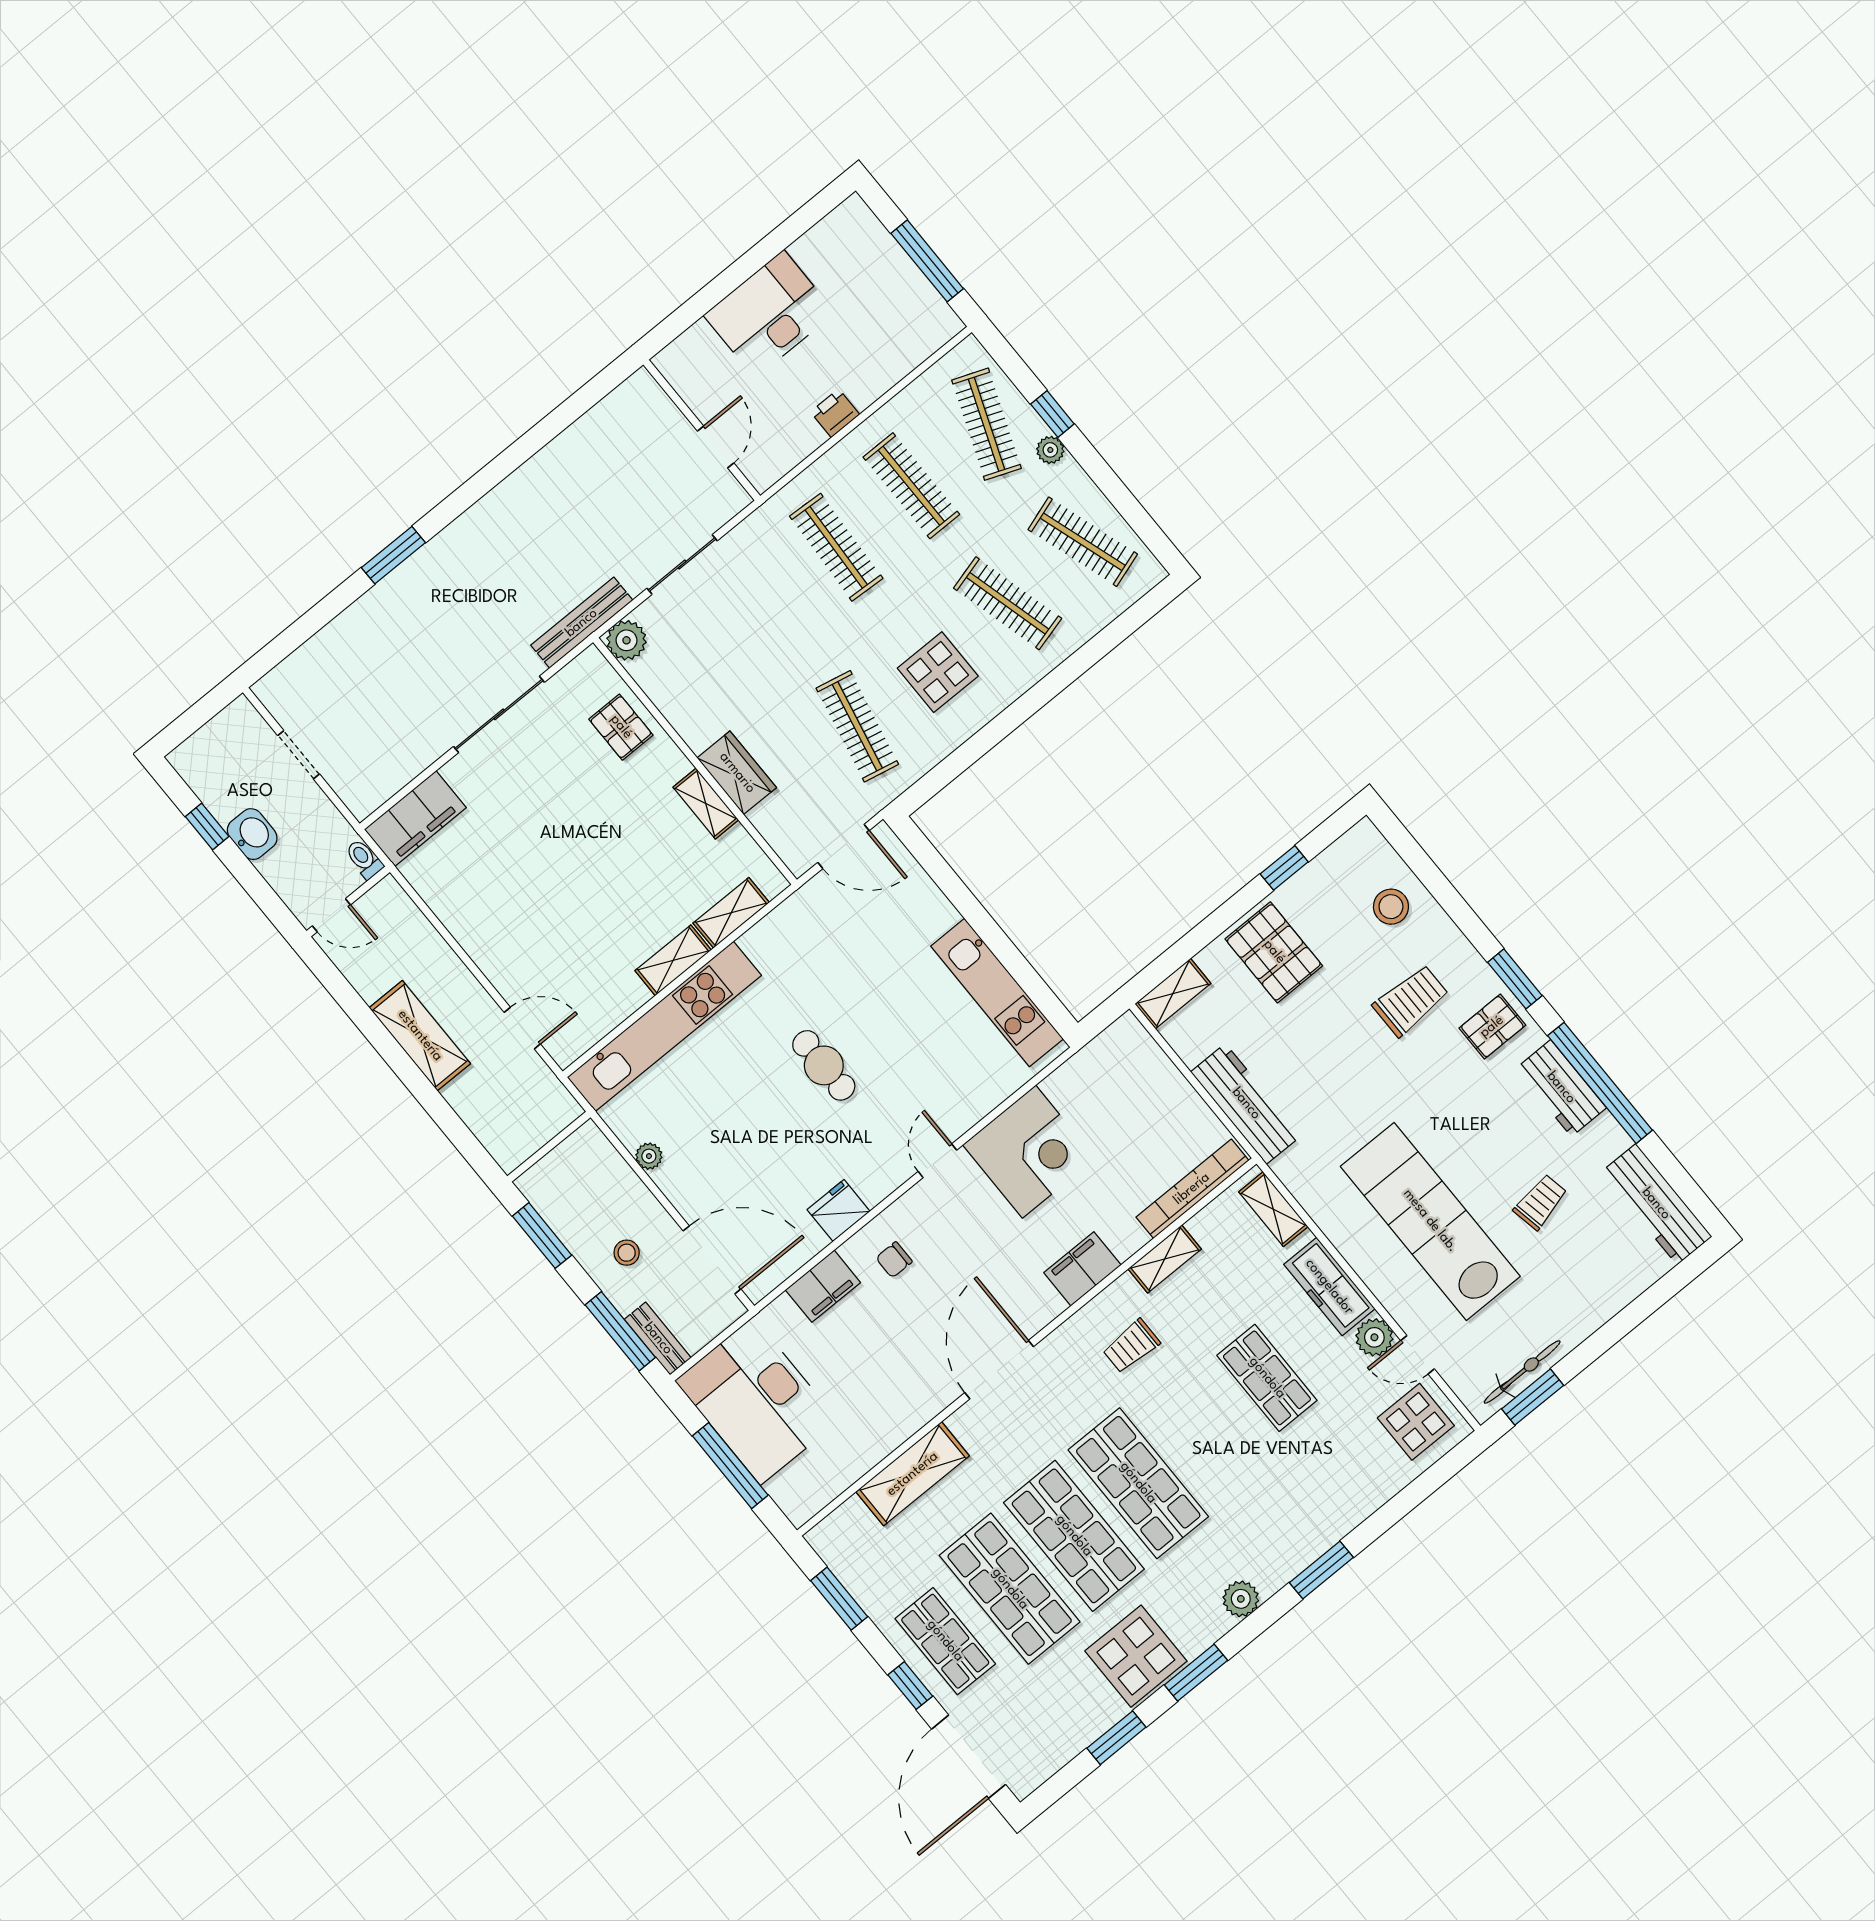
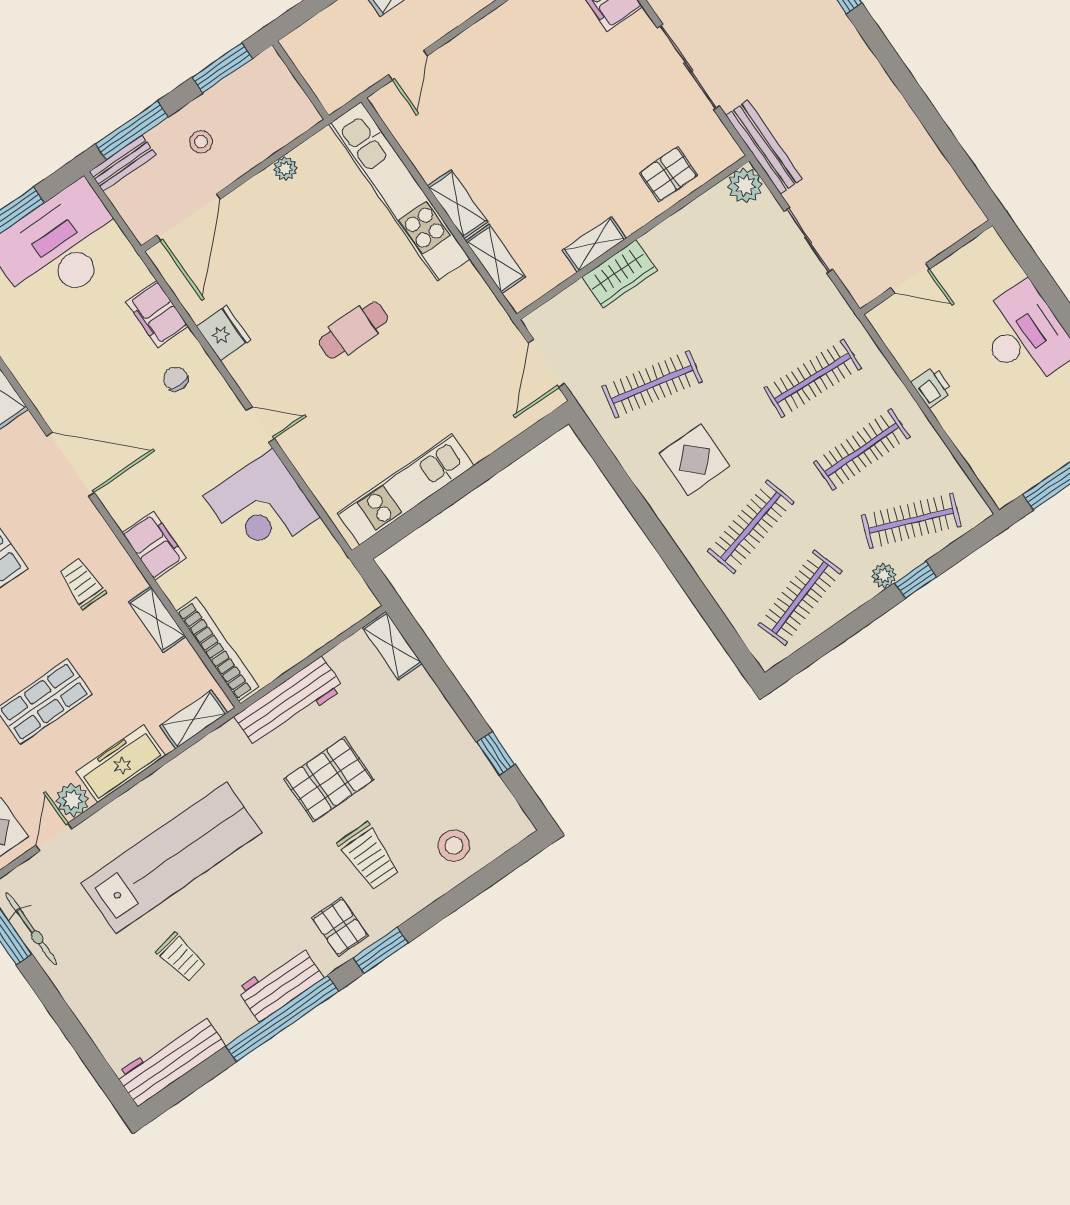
pallet: (1274, 952) -> (329, 779), moved

